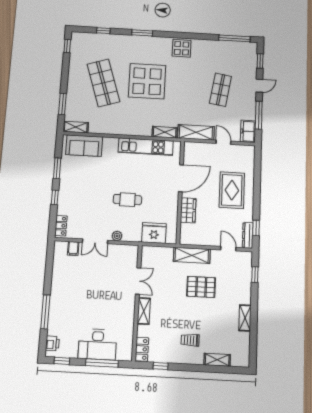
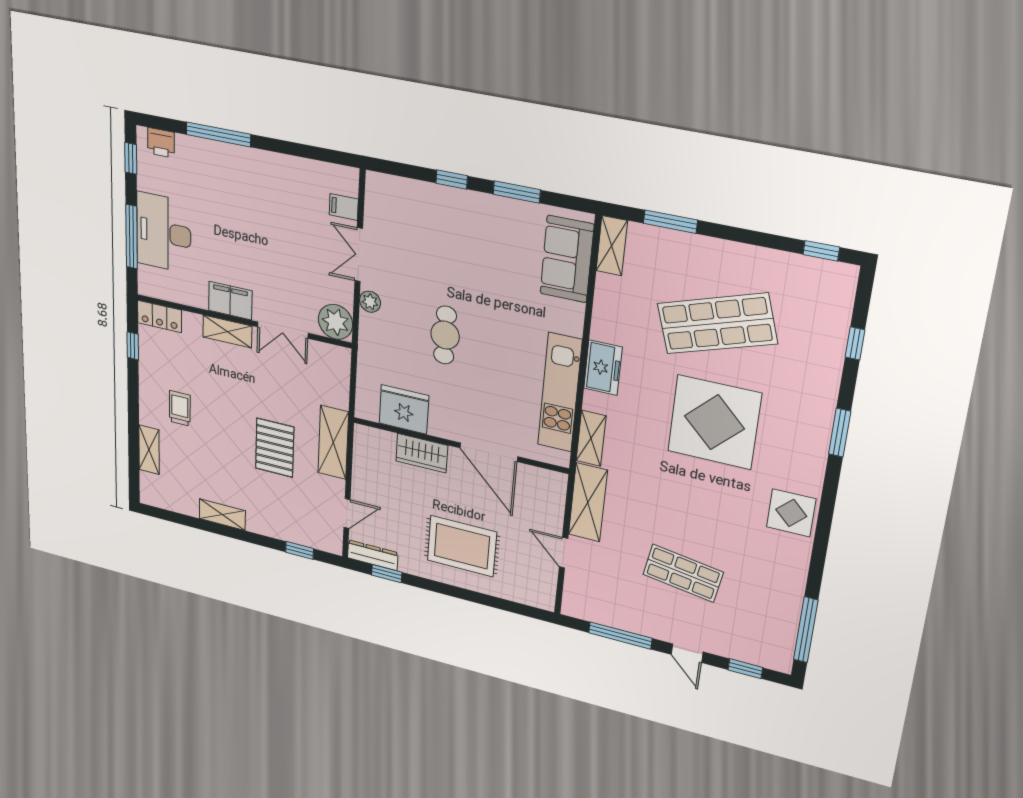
freezer: (248, 131) -> (603, 368), moved, turned 90
door: (223, 142) -> (564, 553), swing flipped
locker: (61, 226) -> (391, 186), removed
fridge: (154, 233) -> (404, 409), moved, turned -90
plant: (130, 253) -> (335, 322), added
filing cabinet: (127, 309) -> (230, 301), added

